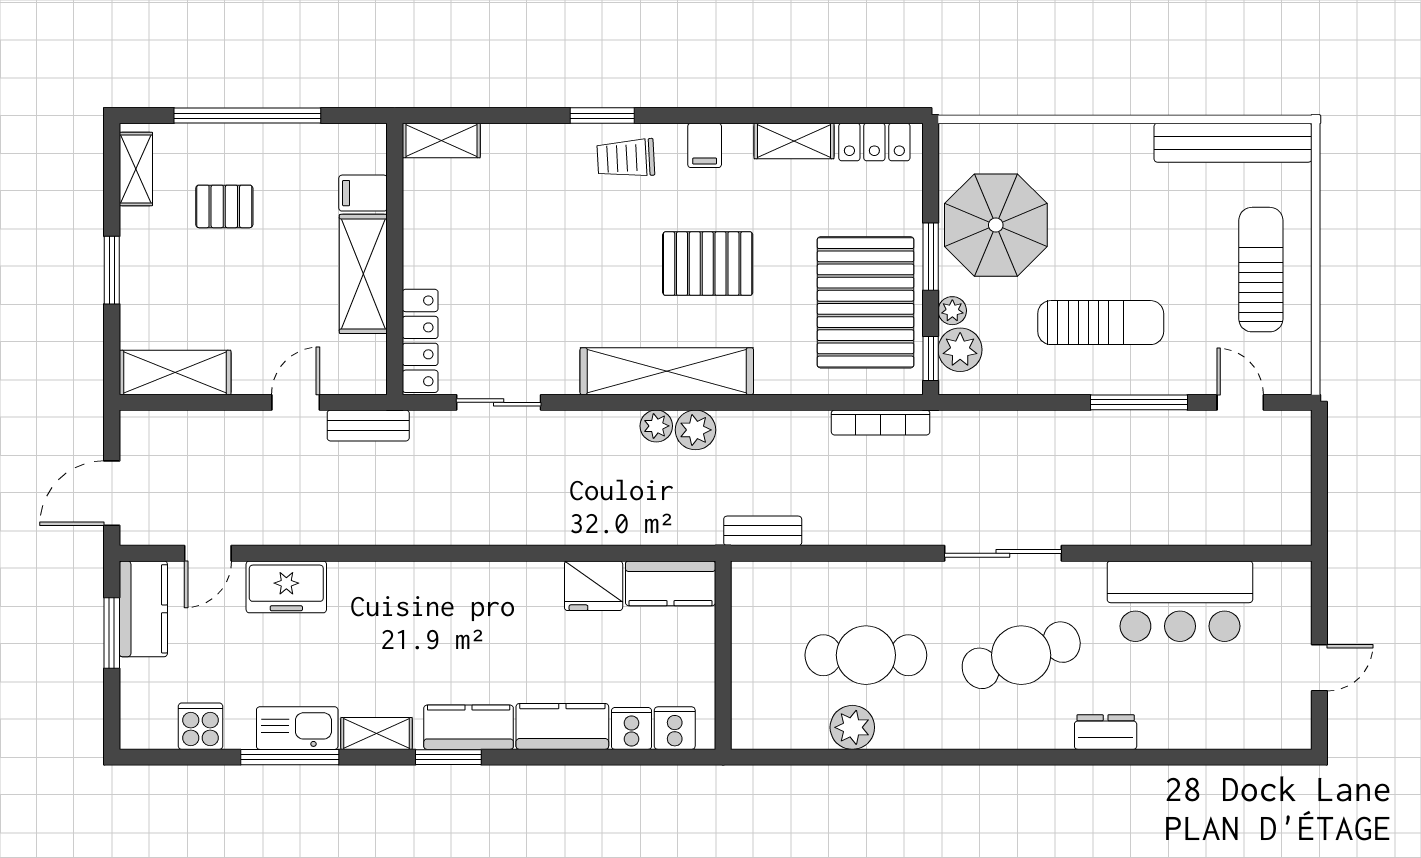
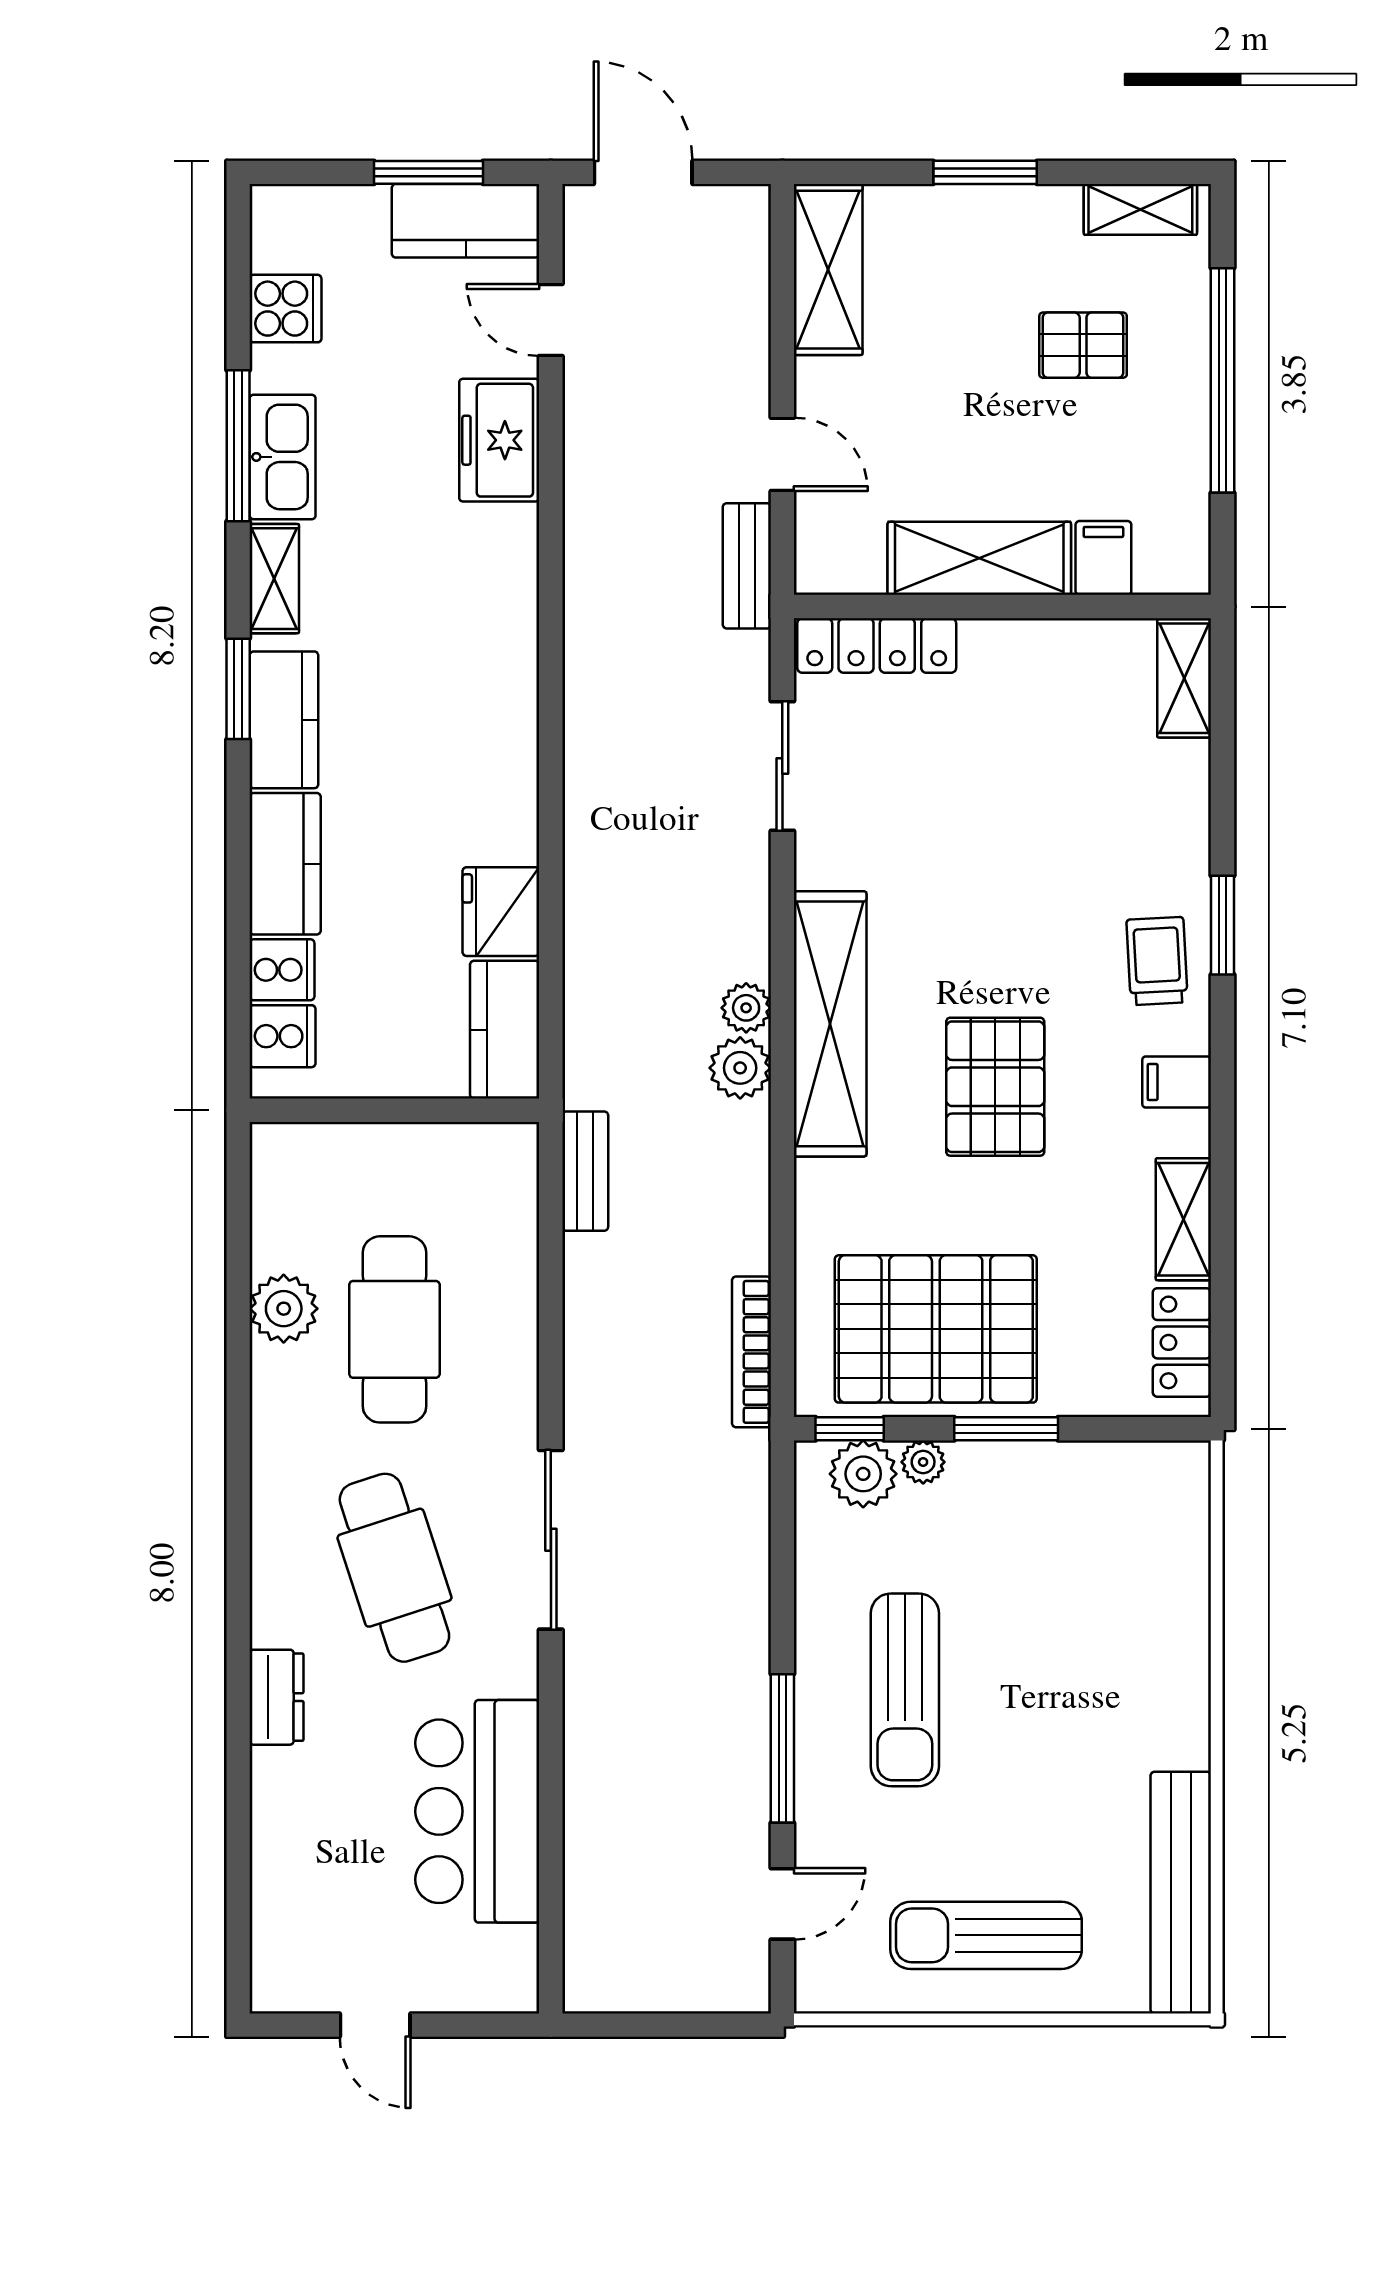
pallet: (224, 206) -> (1083, 345), turned 90
parasol: (996, 225) -> (1054, 1529), removed
sun lounger: (1261, 270) -> (986, 1935), turned 180

